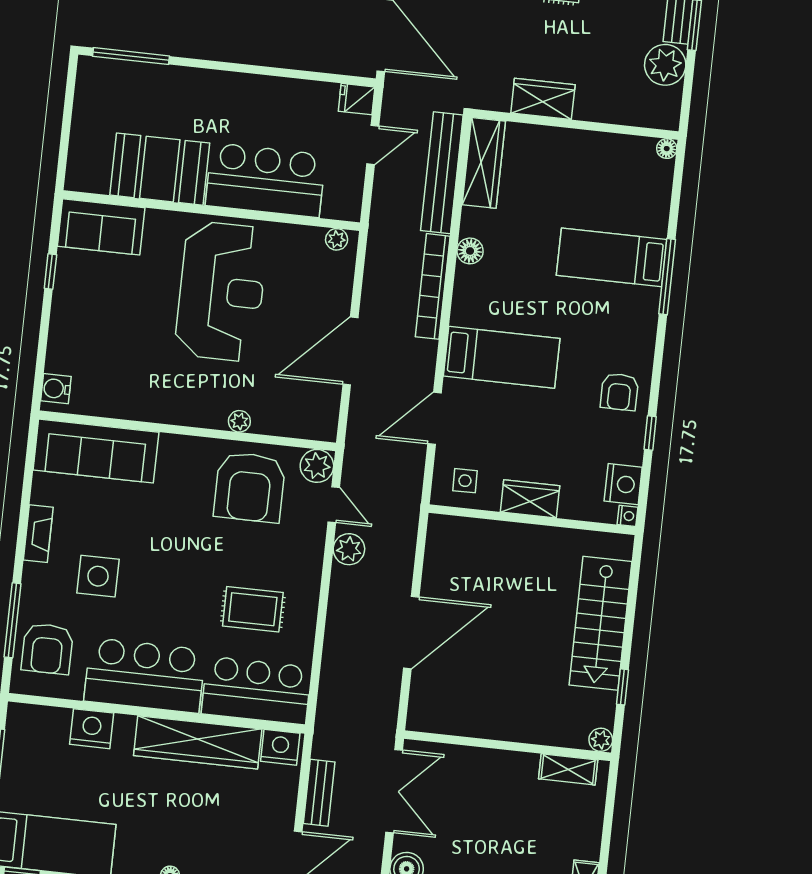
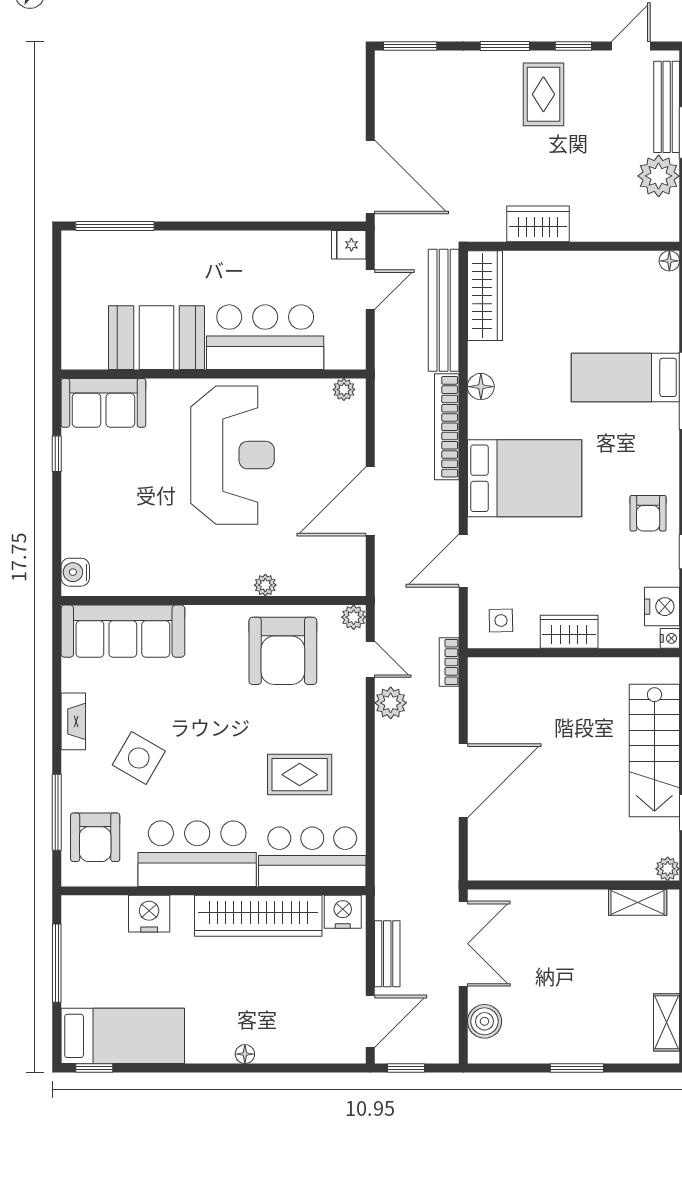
bed: (502, 357) -> (525, 478), width x1.50
plant: (317, 466) -> (354, 617), width x0.73, depth x0.73
bookcase: (410, 516) -> (449, 662), added
side table: (98, 576) -> (139, 758), turned 30

